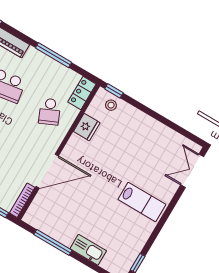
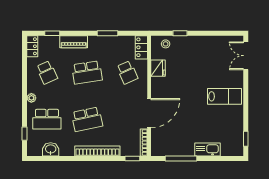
window: (54, 55) -> (107, 33), width x0.69
window: (114, 91) -> (180, 33), moved

